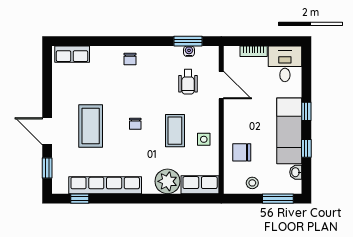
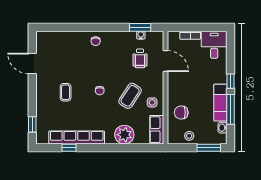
row of seats: (72, 54) -> (51, 37), removed
coffee table: (91, 126) -> (66, 92), width x0.54, depth x0.58
door: (47, 131) -> (32, 64), moved
coffee table: (175, 131) -> (130, 96), turned 33
exam couch: (289, 131) -> (220, 103), width x0.73, depth x0.69
window: (306, 148) -> (231, 109), width x2.17
row of seats: (200, 185) -> (157, 130), moved, turned -90
window: (80, 199) -> (69, 148), moved

